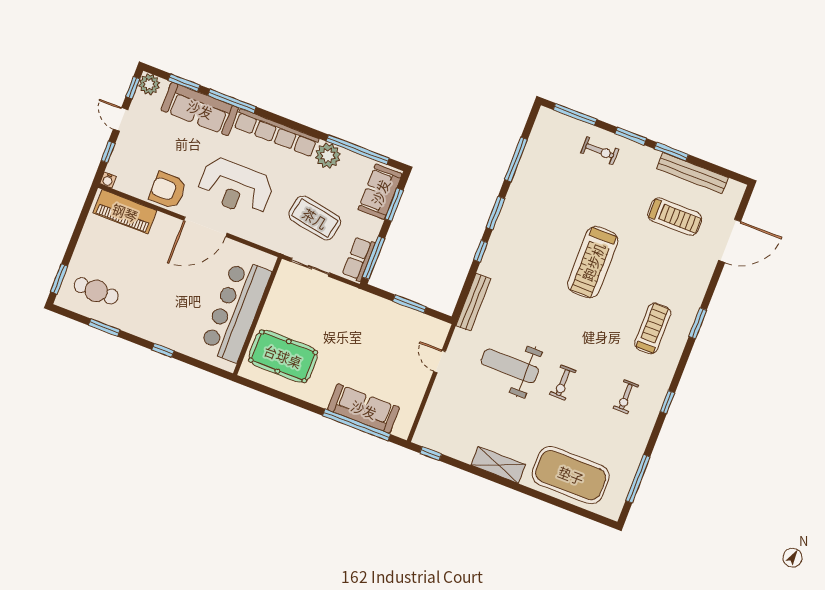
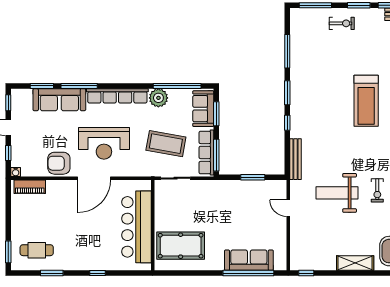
plant: (149, 84) -> (19, 96), removed
piano: (125, 212) -> (30, 187), width x0.73, depth x0.75
row of seats: (359, 259) -> (206, 152), width x1.48

